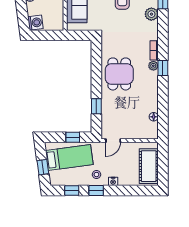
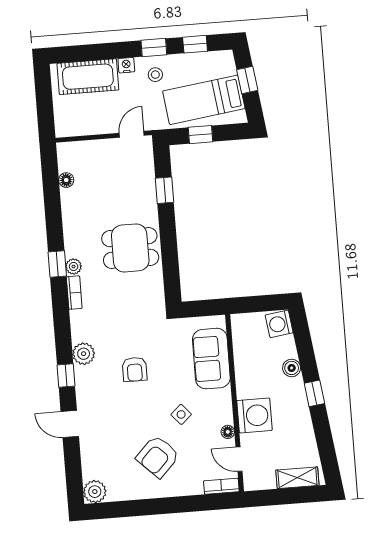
dining table: (119, 74) -> (130, 248), turned 90
cot: (149, 166) -> (88, 77), moved, turned 90

